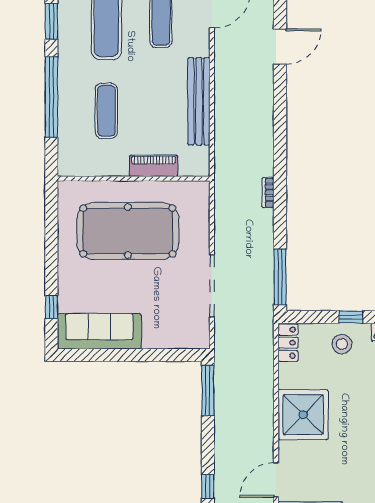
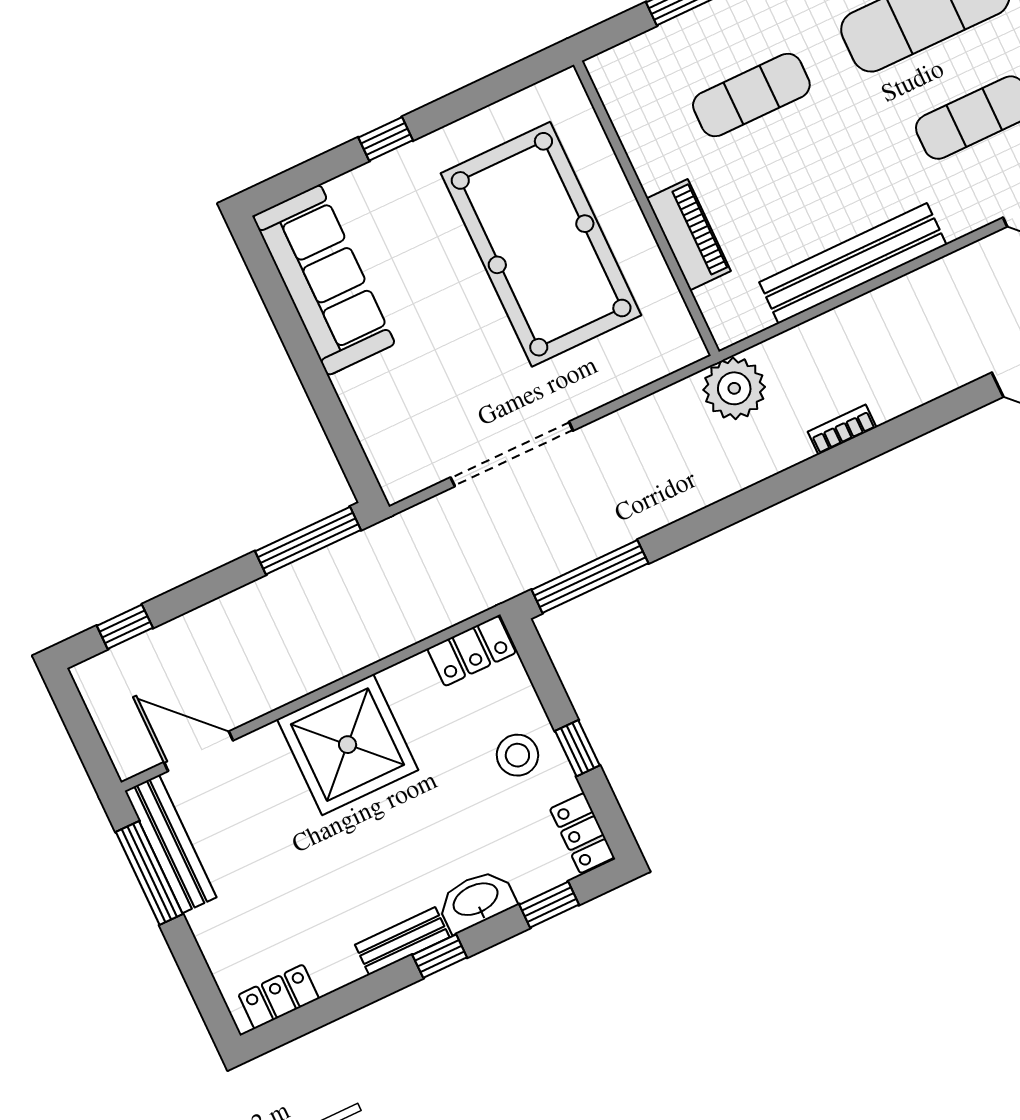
plant: (229, 177) -> (734, 388), added
bookcase: (268, 193) -> (842, 430), moved
window: (51, 307) -> (386, 139), moved

